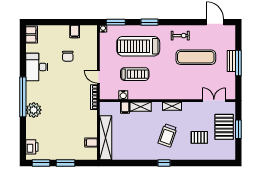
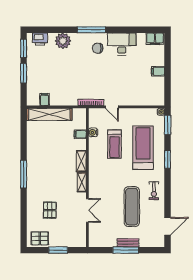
filing cabinet: (75, 32) -> (158, 71), moved
chair: (68, 56) -> (98, 48), moved
door: (98, 77) -> (112, 107), swing flipped
window: (23, 97) -> (91, 30), width x0.68
double door: (214, 101) -> (87, 210), moved
shelving: (141, 107) -> (81, 161), moved
plant: (34, 110) -> (63, 41), moved
pallet: (224, 127) -> (40, 238), moved, width x0.67, depth x0.71
trolley: (167, 135) -> (52, 178), removed
window: (164, 163) -> (24, 174), width x2.17

